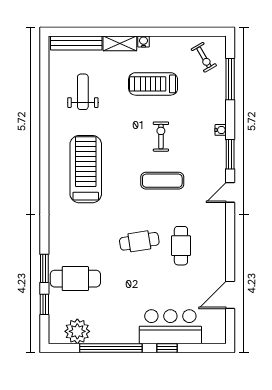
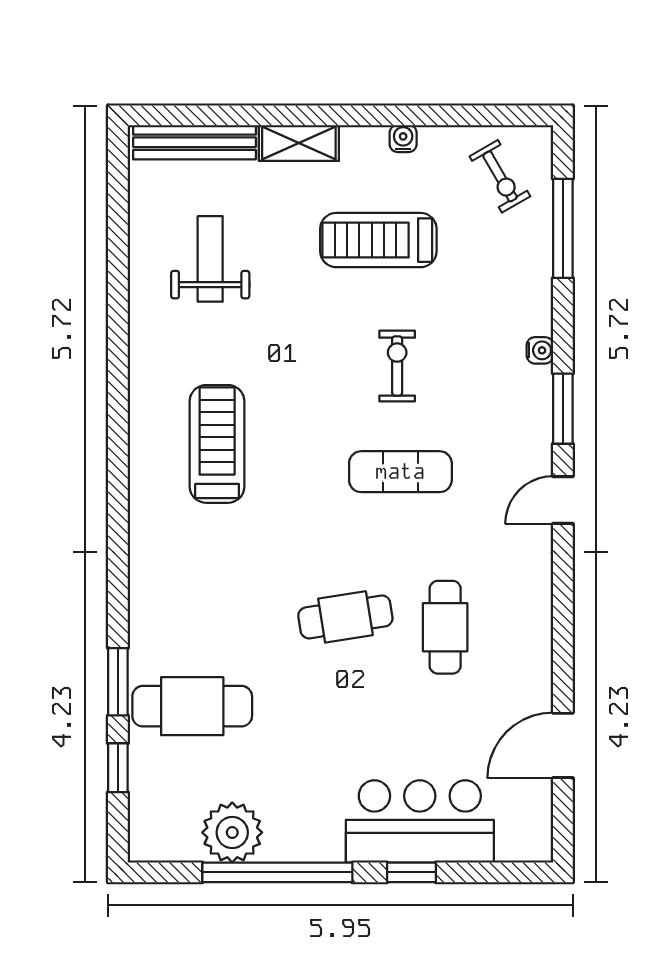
water cooler: (144, 42) -> (403, 139), moved
treadmill: (86, 169) -> (217, 444), width x0.73, depth x0.73
plant: (77, 331) -> (232, 832), moved

